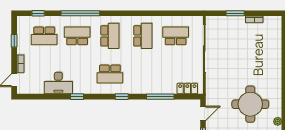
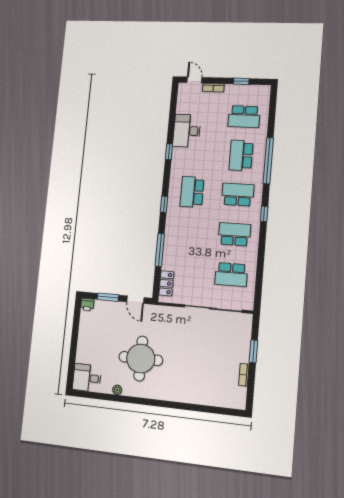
window: (38, 13) -> (264, 214), moved
school desk: (44, 36) -> (244, 117), turned -90
school desk: (77, 36) -> (241, 155), turned 180
school desk: (110, 36) -> (238, 195), turned 180
school desk: (143, 36) -> (234, 234), turned 180
school desk: (176, 36) -> (231, 274), turned 90

